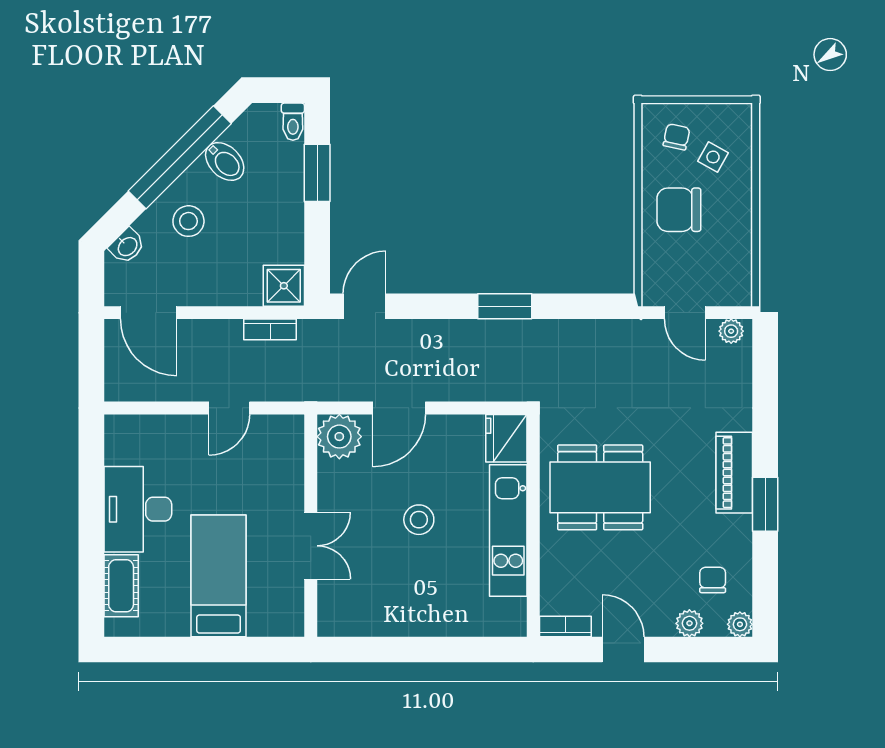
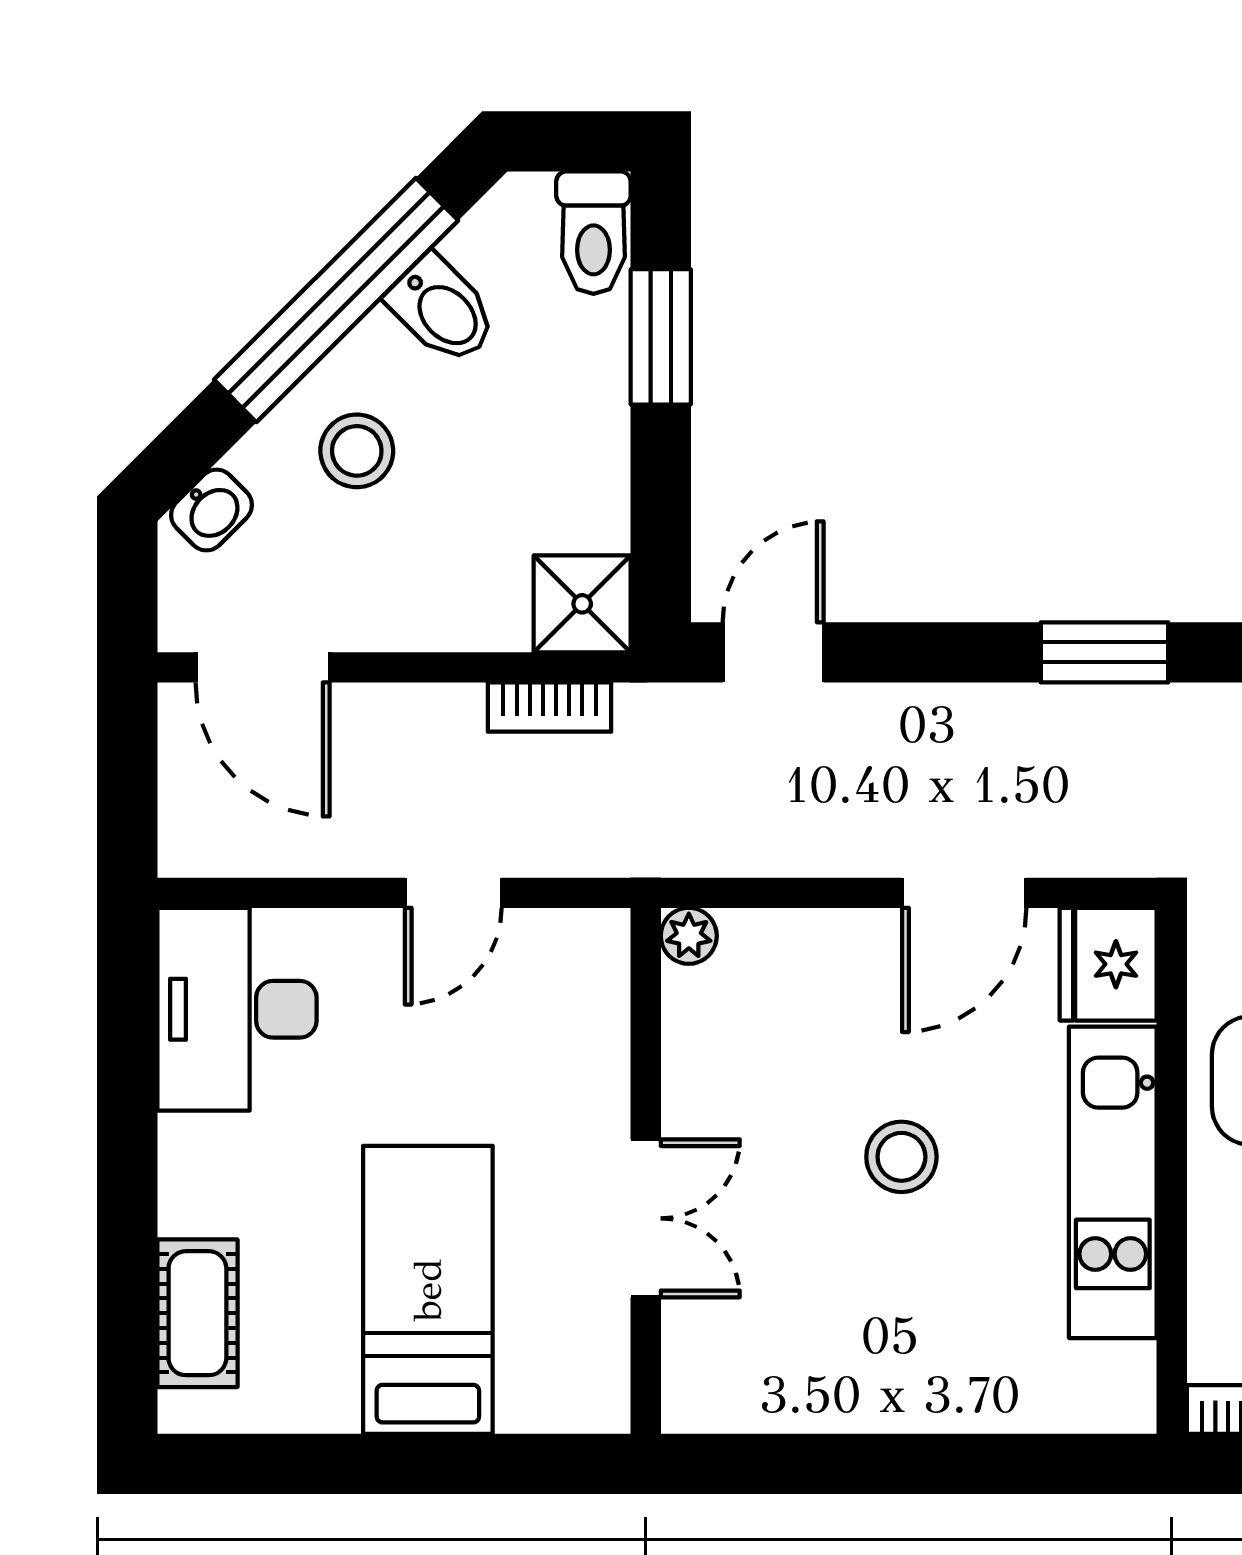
toilet: (293, 122) -> (593, 233), width x1.37, depth x1.39
door: (399, 408) -> (964, 893), moved
plant: (339, 437) -> (689, 936), width x0.53, depth x0.53
desk: (138, 509) -> (237, 1009), moved

